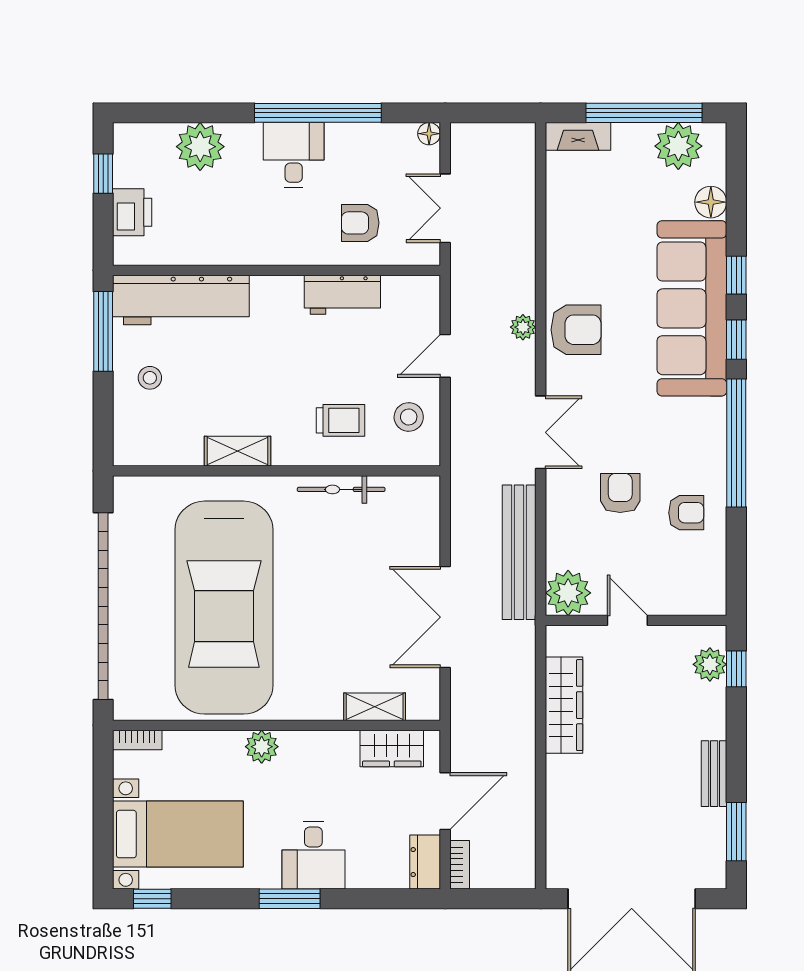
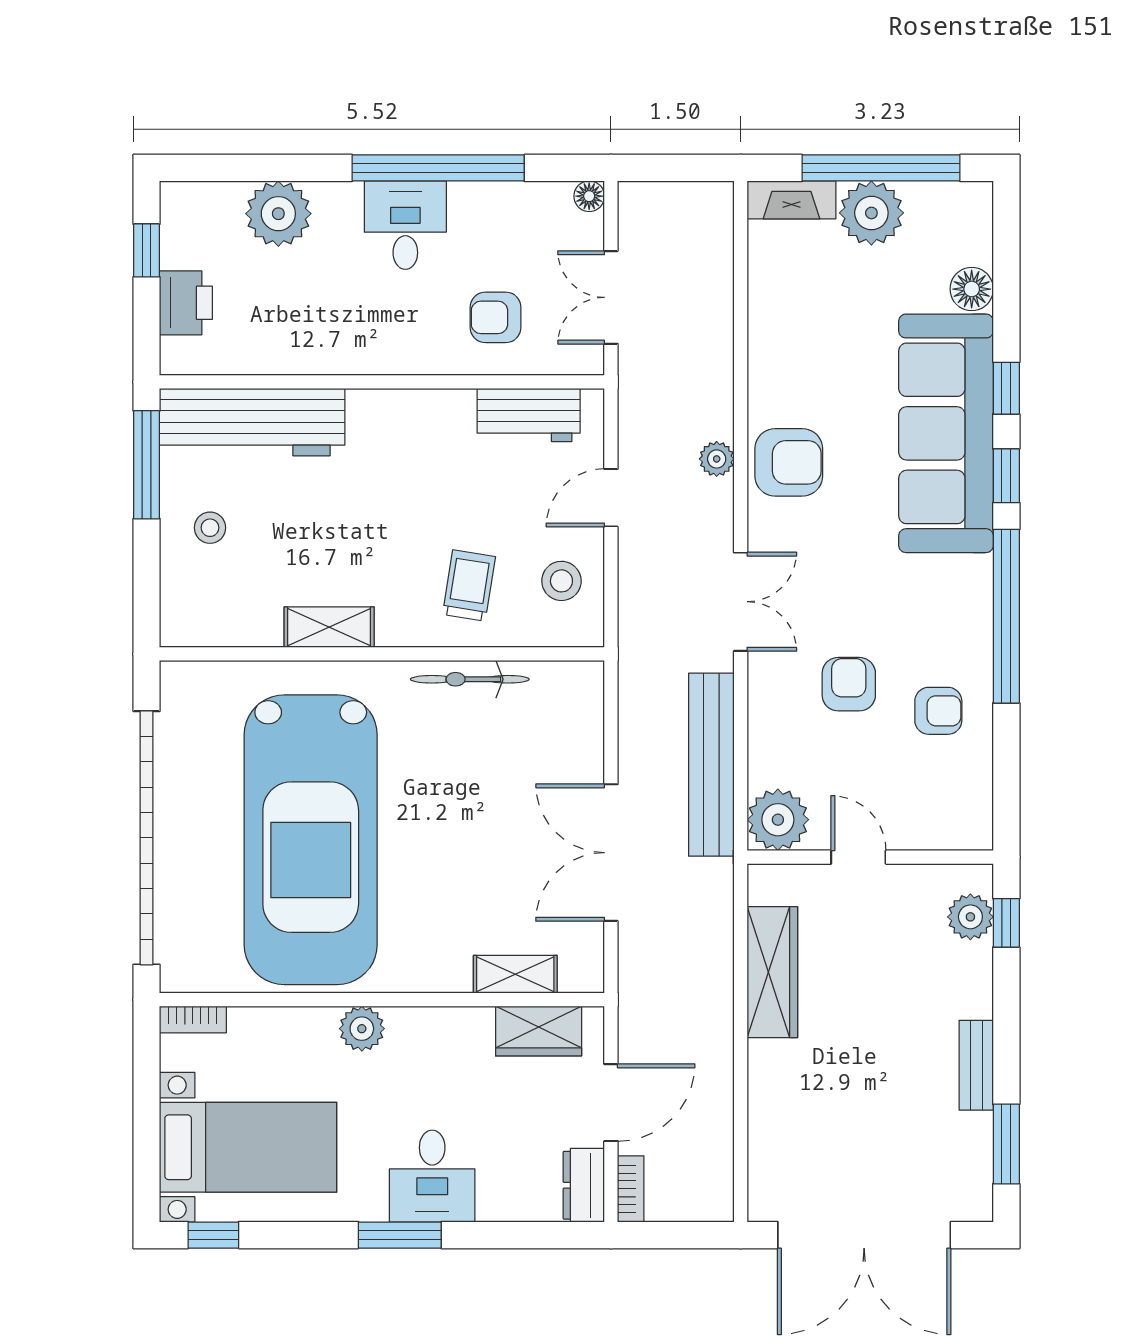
plant: (678, 146) -> (871, 213), moved
workbench: (342, 295) -> (529, 415), moved
trolley: (341, 420) -> (469, 586), turned -81

